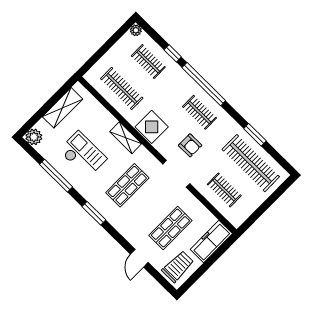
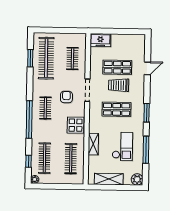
window: (173, 53) -> (28, 161), moved
clothes rail: (148, 62) -> (44, 158), width x1.36
window: (255, 135) -> (30, 58), moved
shelving: (126, 138) -> (93, 144), moved
checkout: (83, 154) -> (122, 146), turned 180
freezer: (211, 242) -> (100, 40), width x0.71
trolley: (178, 266) -> (119, 85), moved

